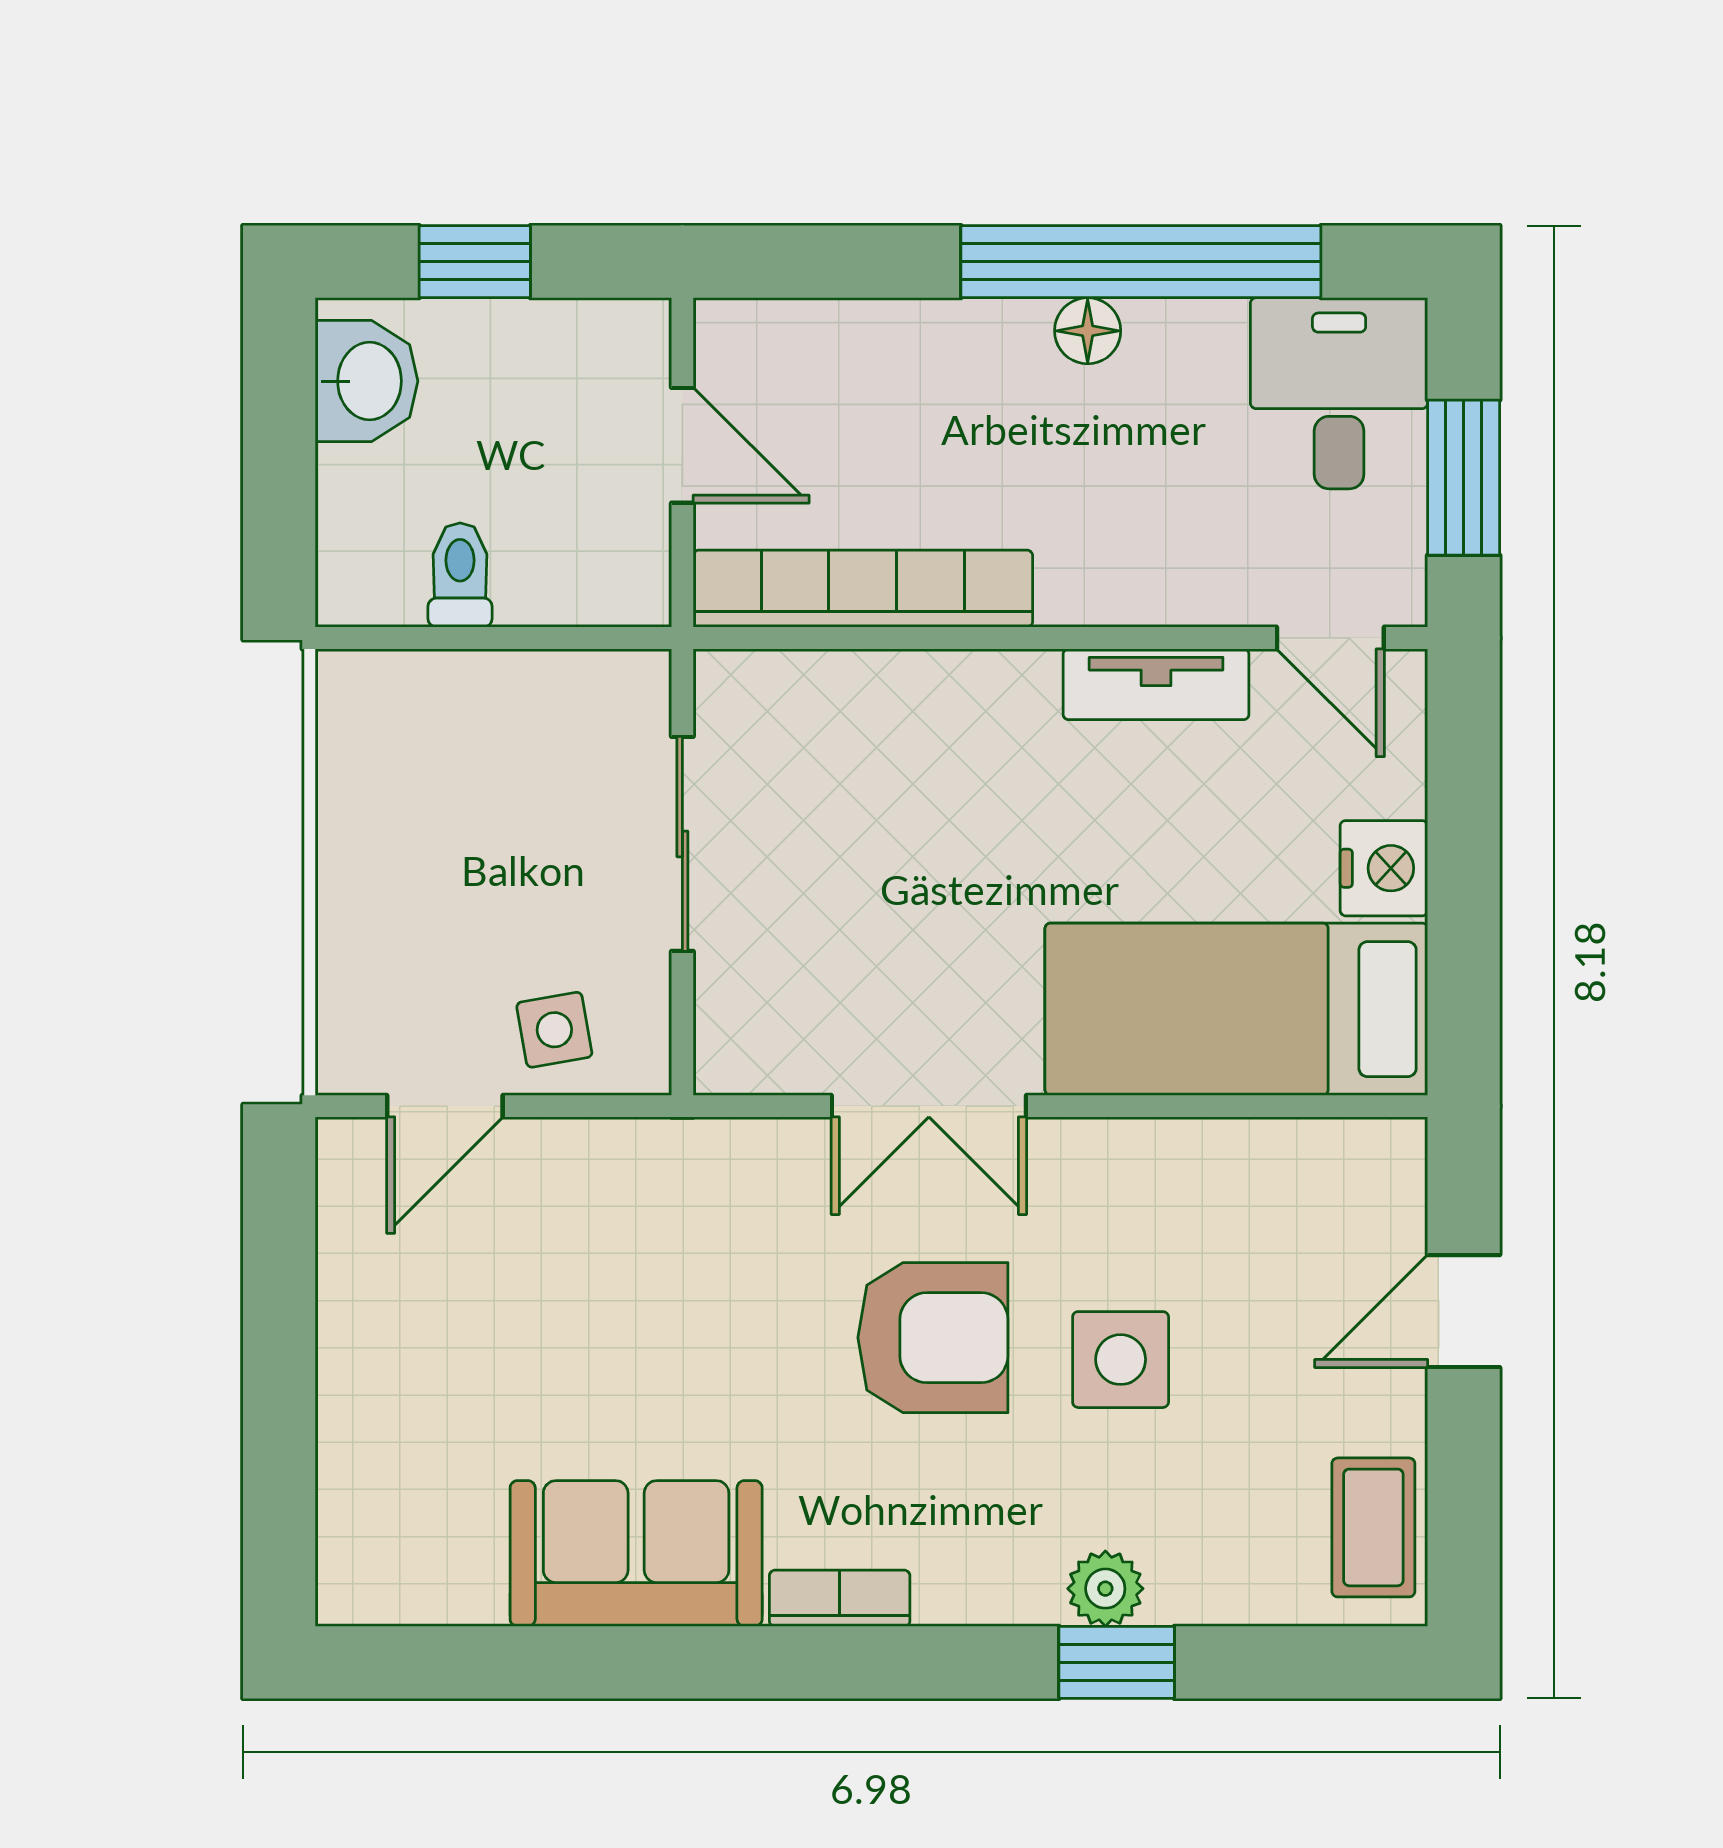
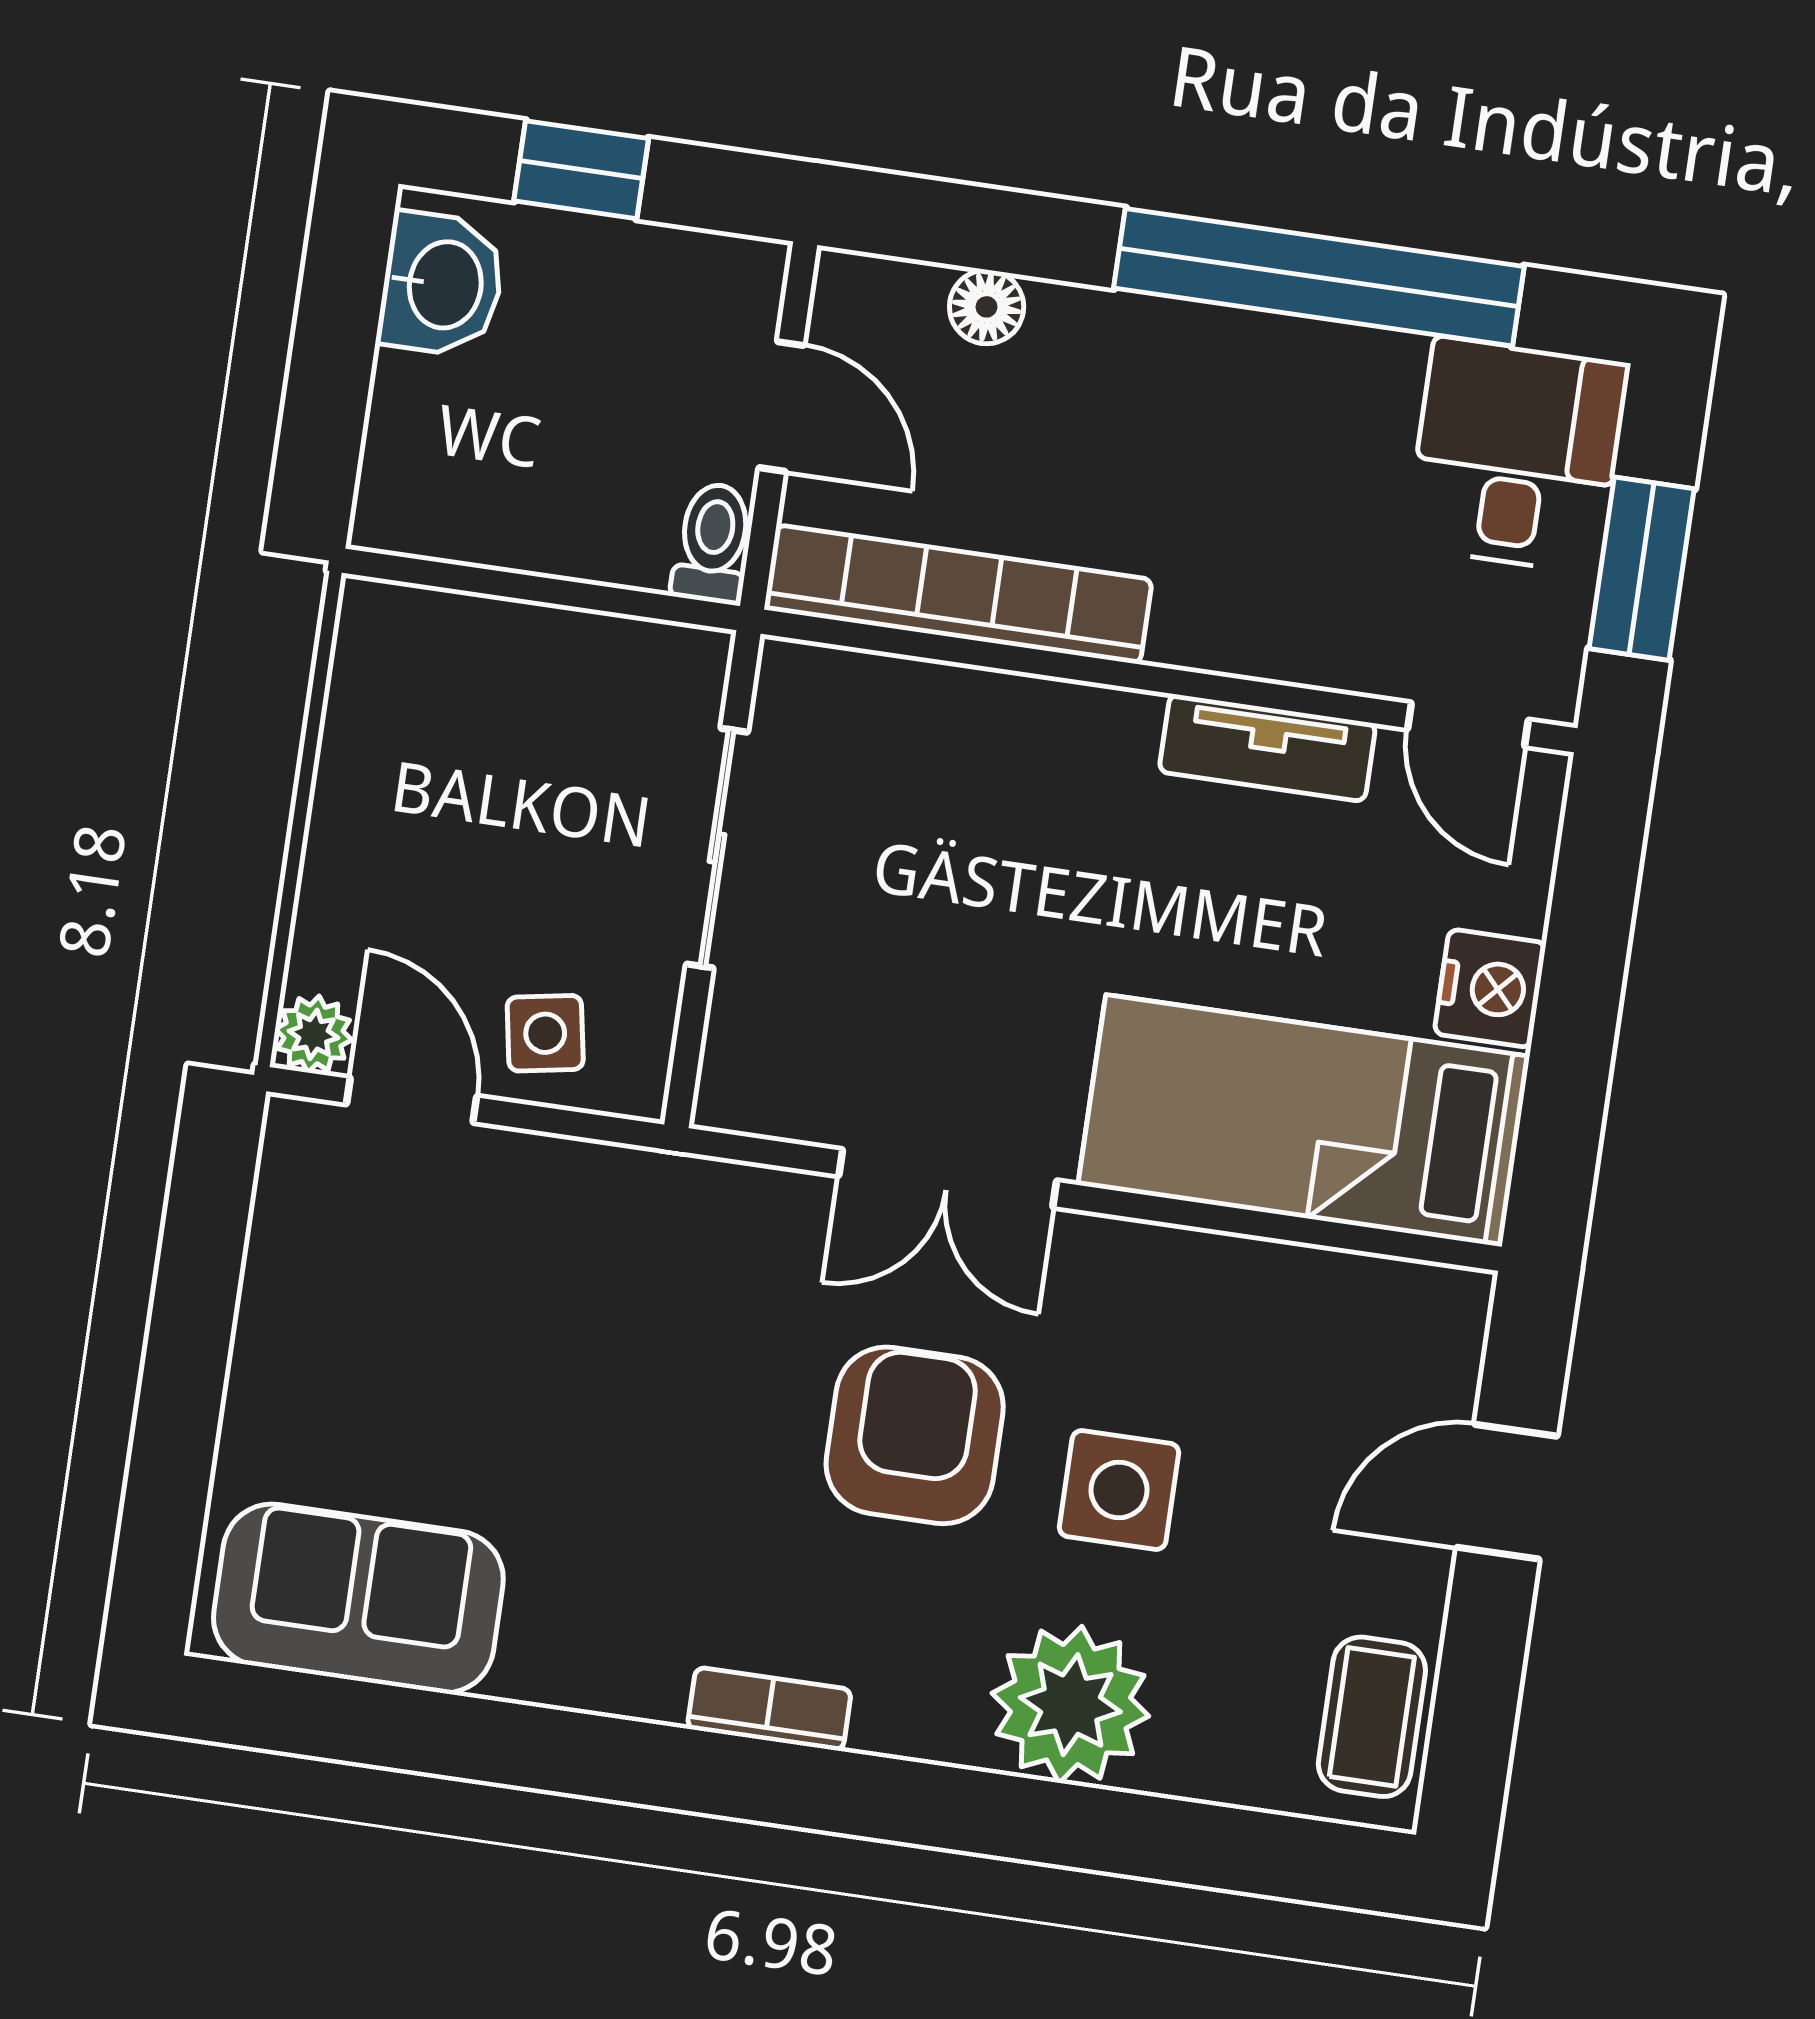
floor lamp: (1088, 331) -> (987, 307), moved
toilet: (460, 575) -> (713, 543), moved
plant: (350, 1061) -> (314, 1034), added
door: (445, 1106) -> (412, 1100), swing flipped
armchair: (933, 1338) -> (915, 1435), turned -90
sofa: (636, 1553) -> (358, 1598), moved
plant: (1105, 1589) -> (1070, 1705), width x1.88, depth x1.88
window: (1117, 1662) -> (1066, 1825), removed

